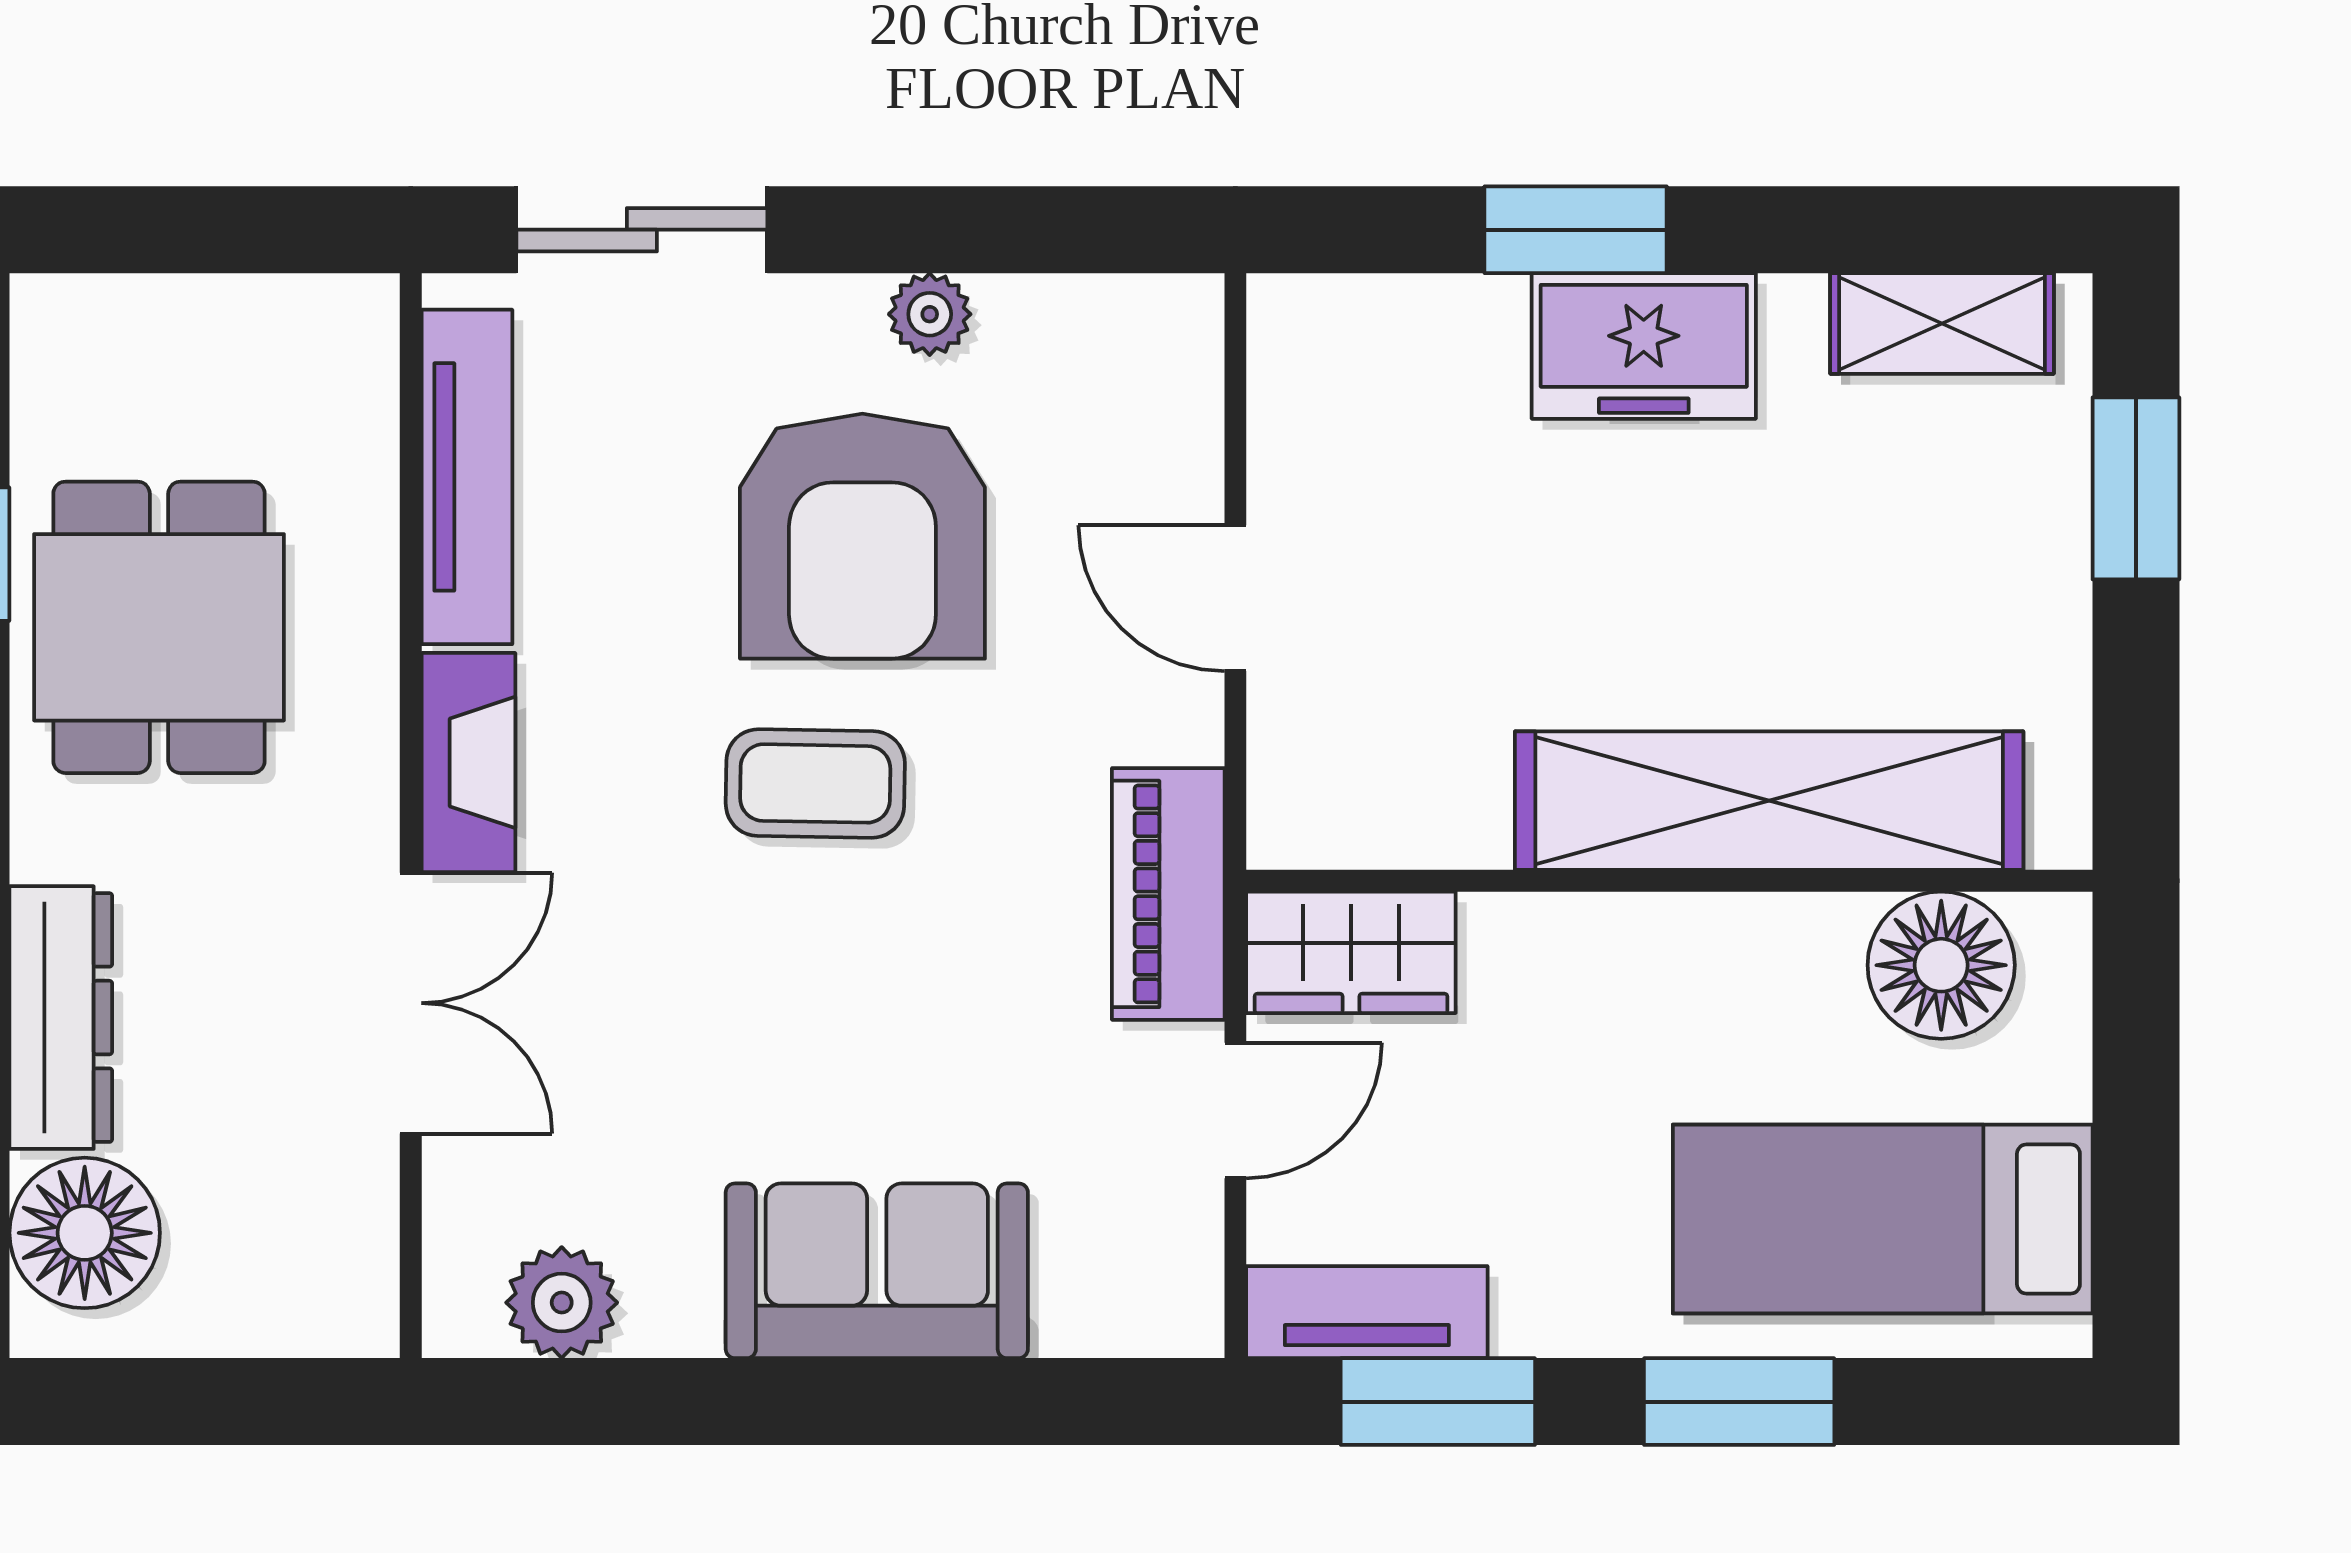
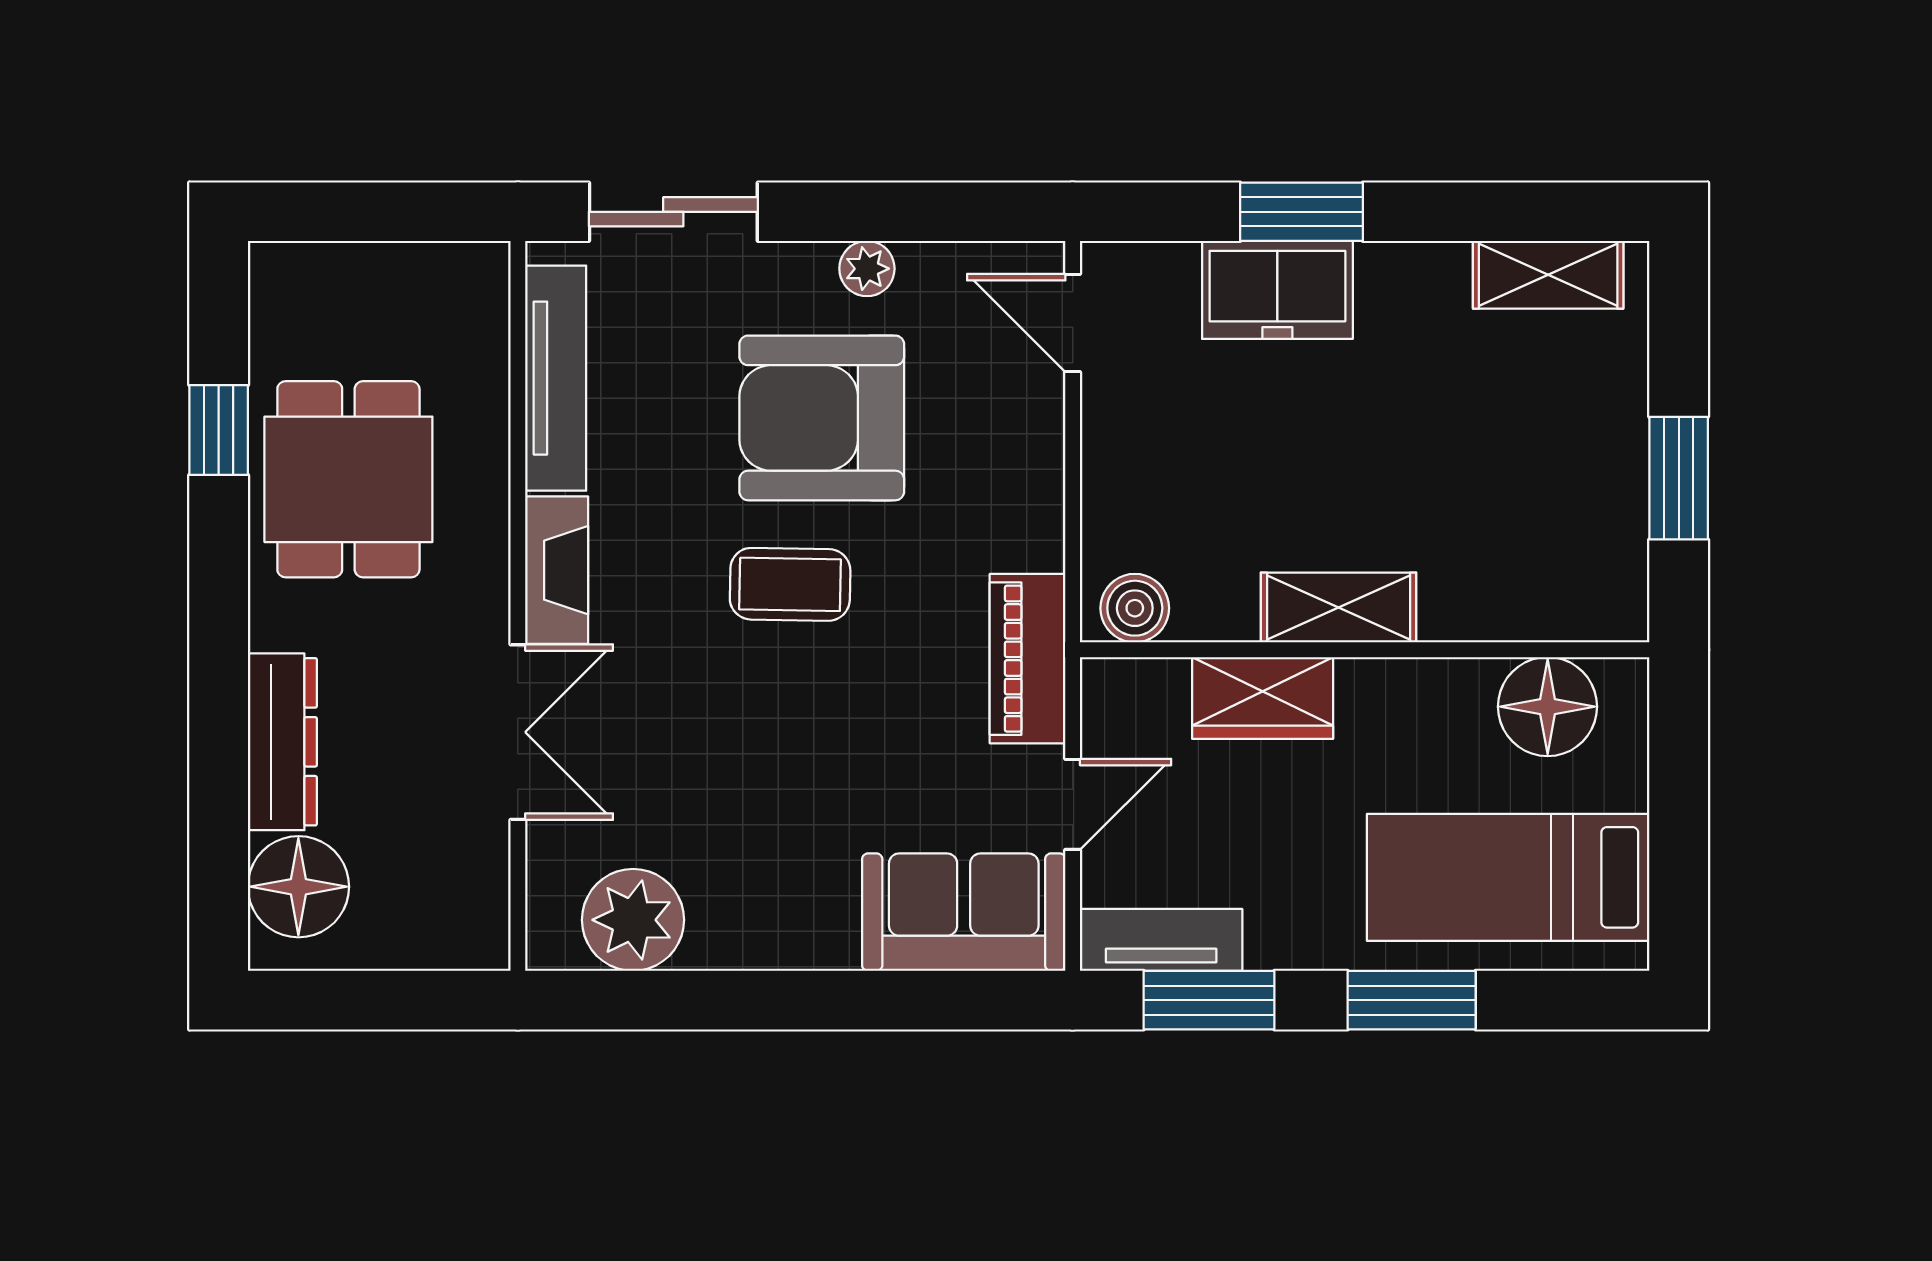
freezer: (1644, 346) -> (1277, 290), moved
window: (2136, 488) -> (1679, 478), moved
armchair: (862, 536) -> (822, 418), turned 90
door: (1235, 598) -> (1073, 323), moved
shelving: (1769, 801) -> (1339, 607), width x0.45, depth x0.75
boiler: (1328, 819) -> (1135, 608), added
wardrobe: (1351, 952) -> (1263, 698), moved
sofa: (877, 1271) -> (964, 912), moved
plant: (562, 1303) -> (633, 920), width x1.36, depth x1.36

